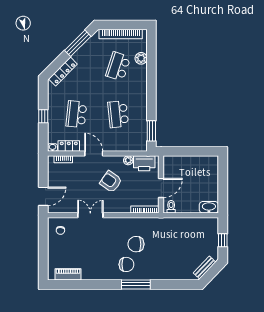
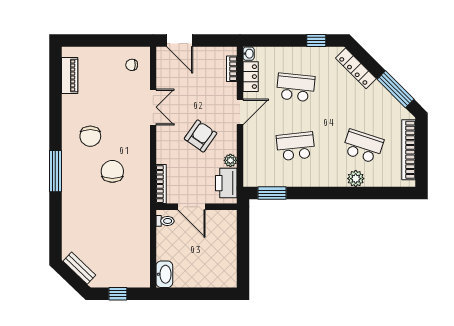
plant: (141, 58) -> (356, 179), moved
window: (43, 116) -> (316, 41), moved
chair: (126, 264) -> (90, 136), moved

